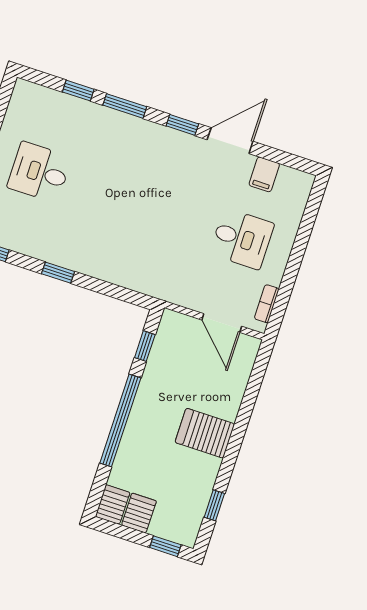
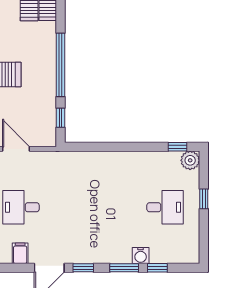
water cooler: (96, 116) -> (141, 255), added
window: (58, 273) -> (132, 147), removed

